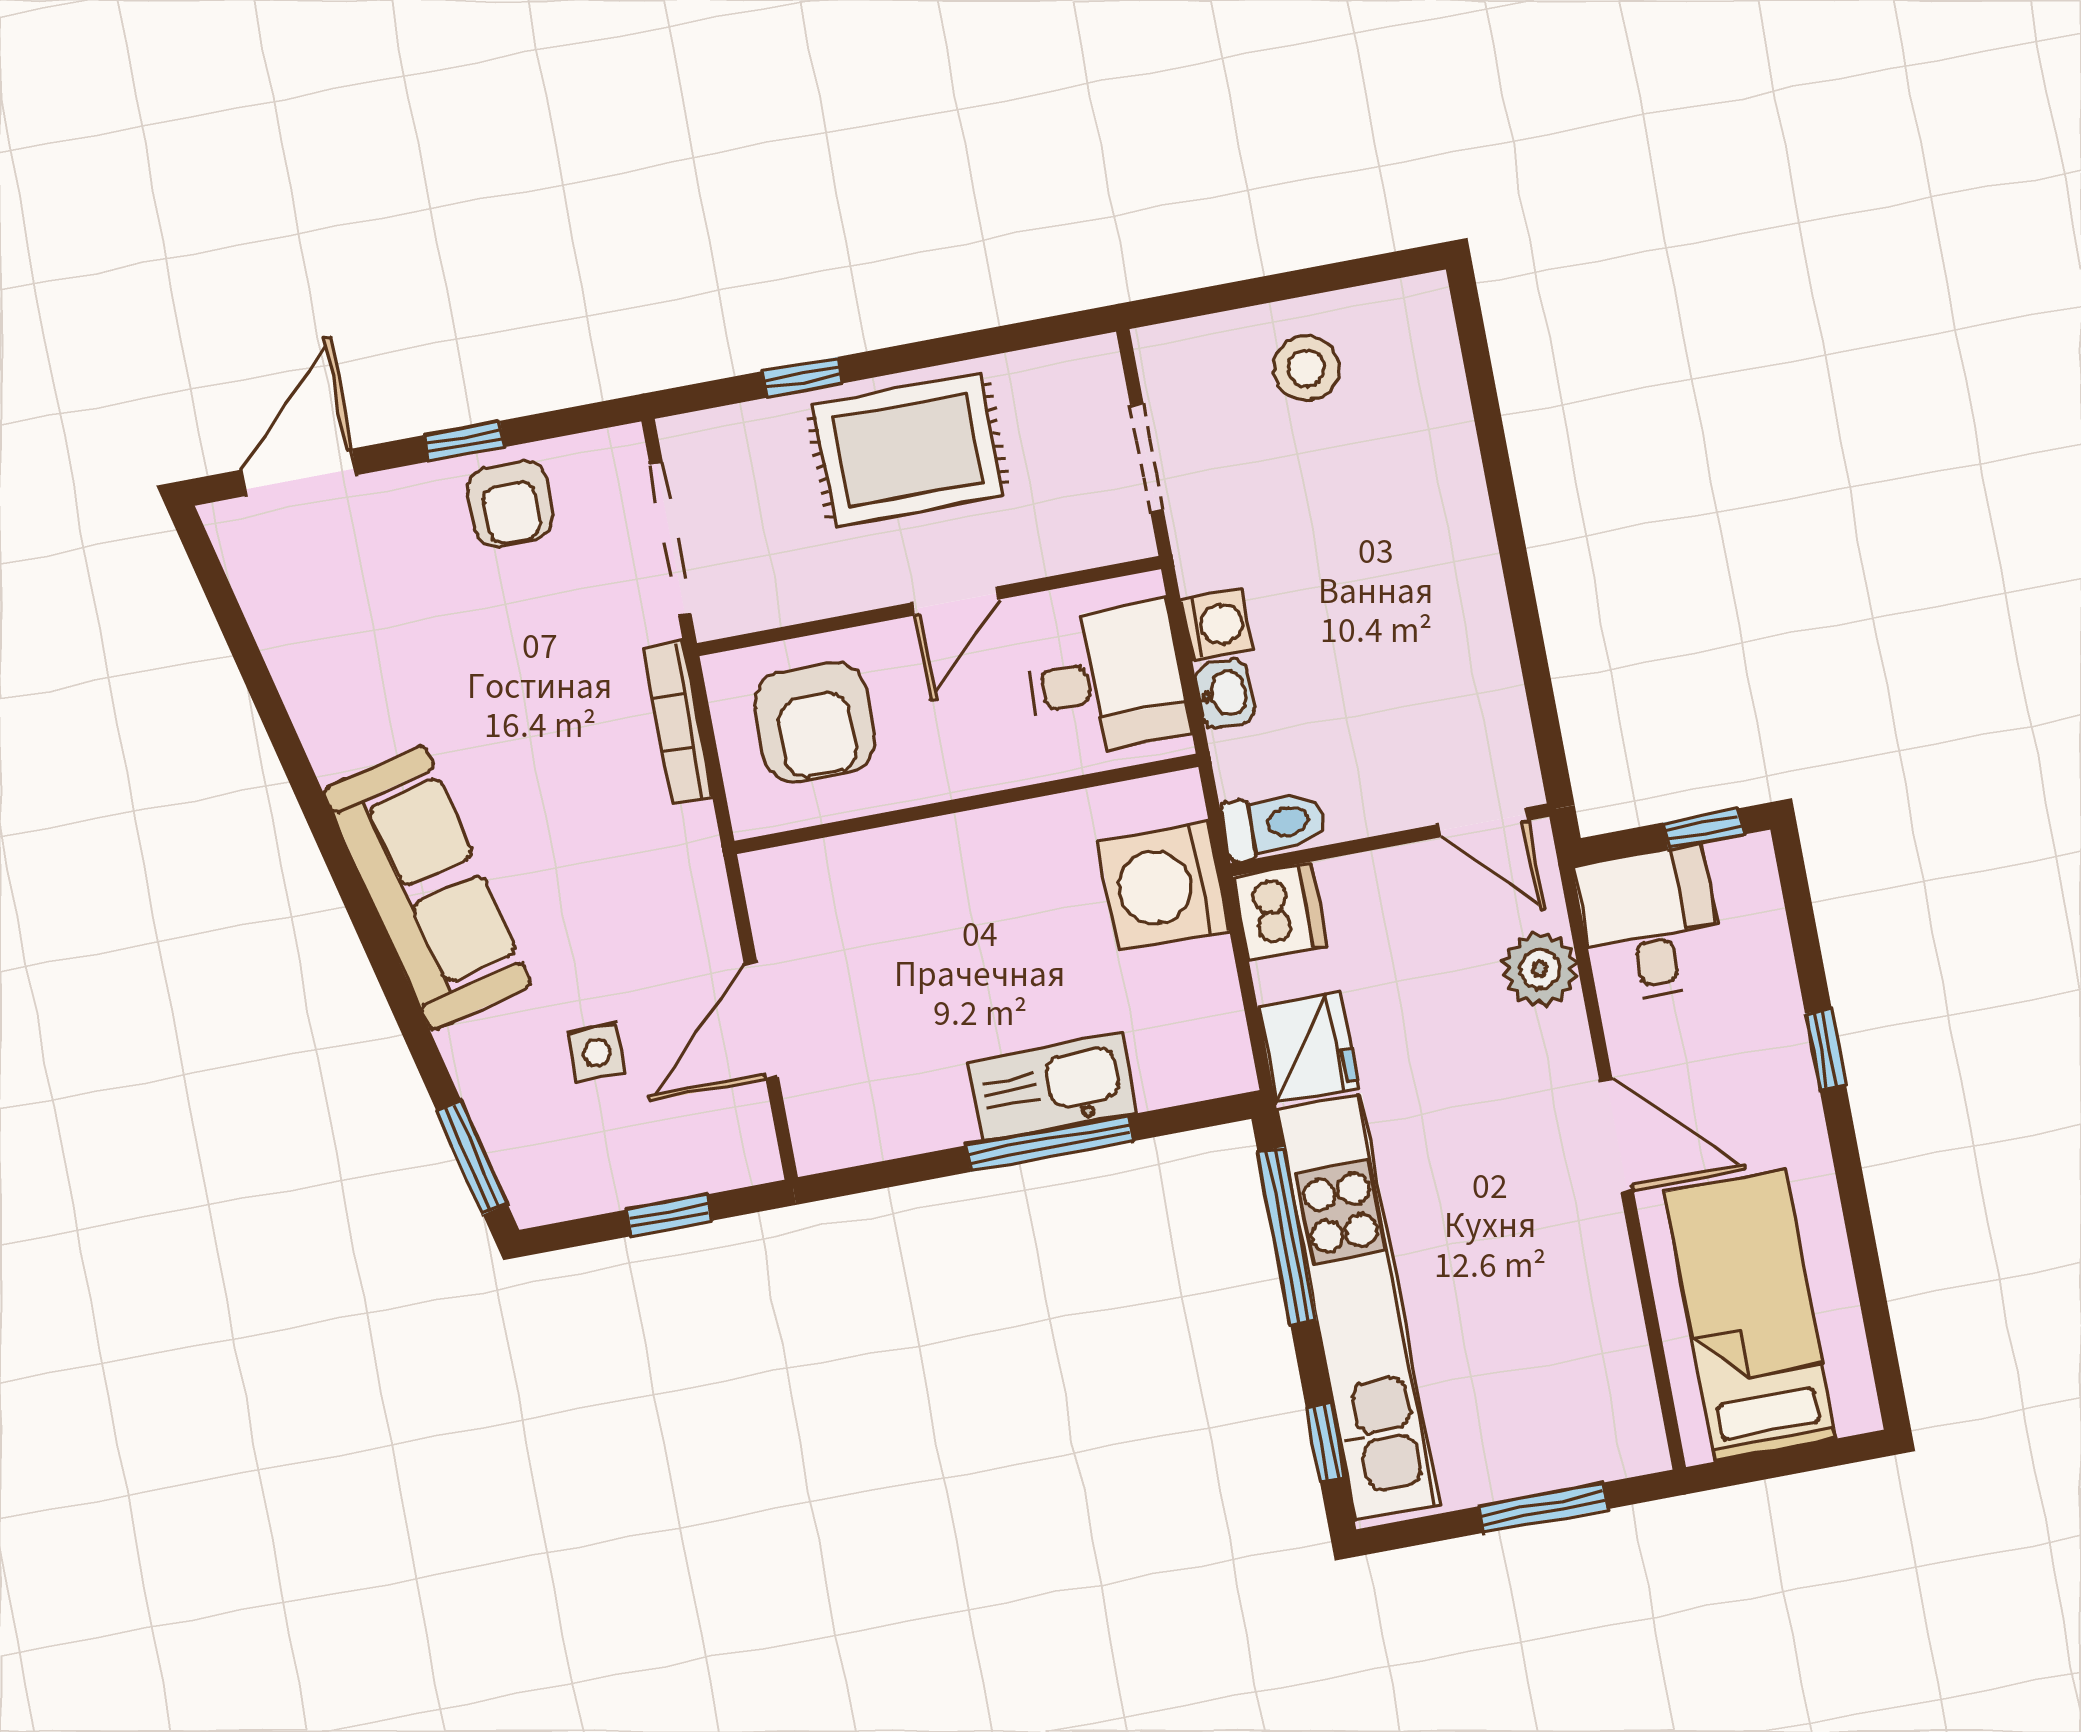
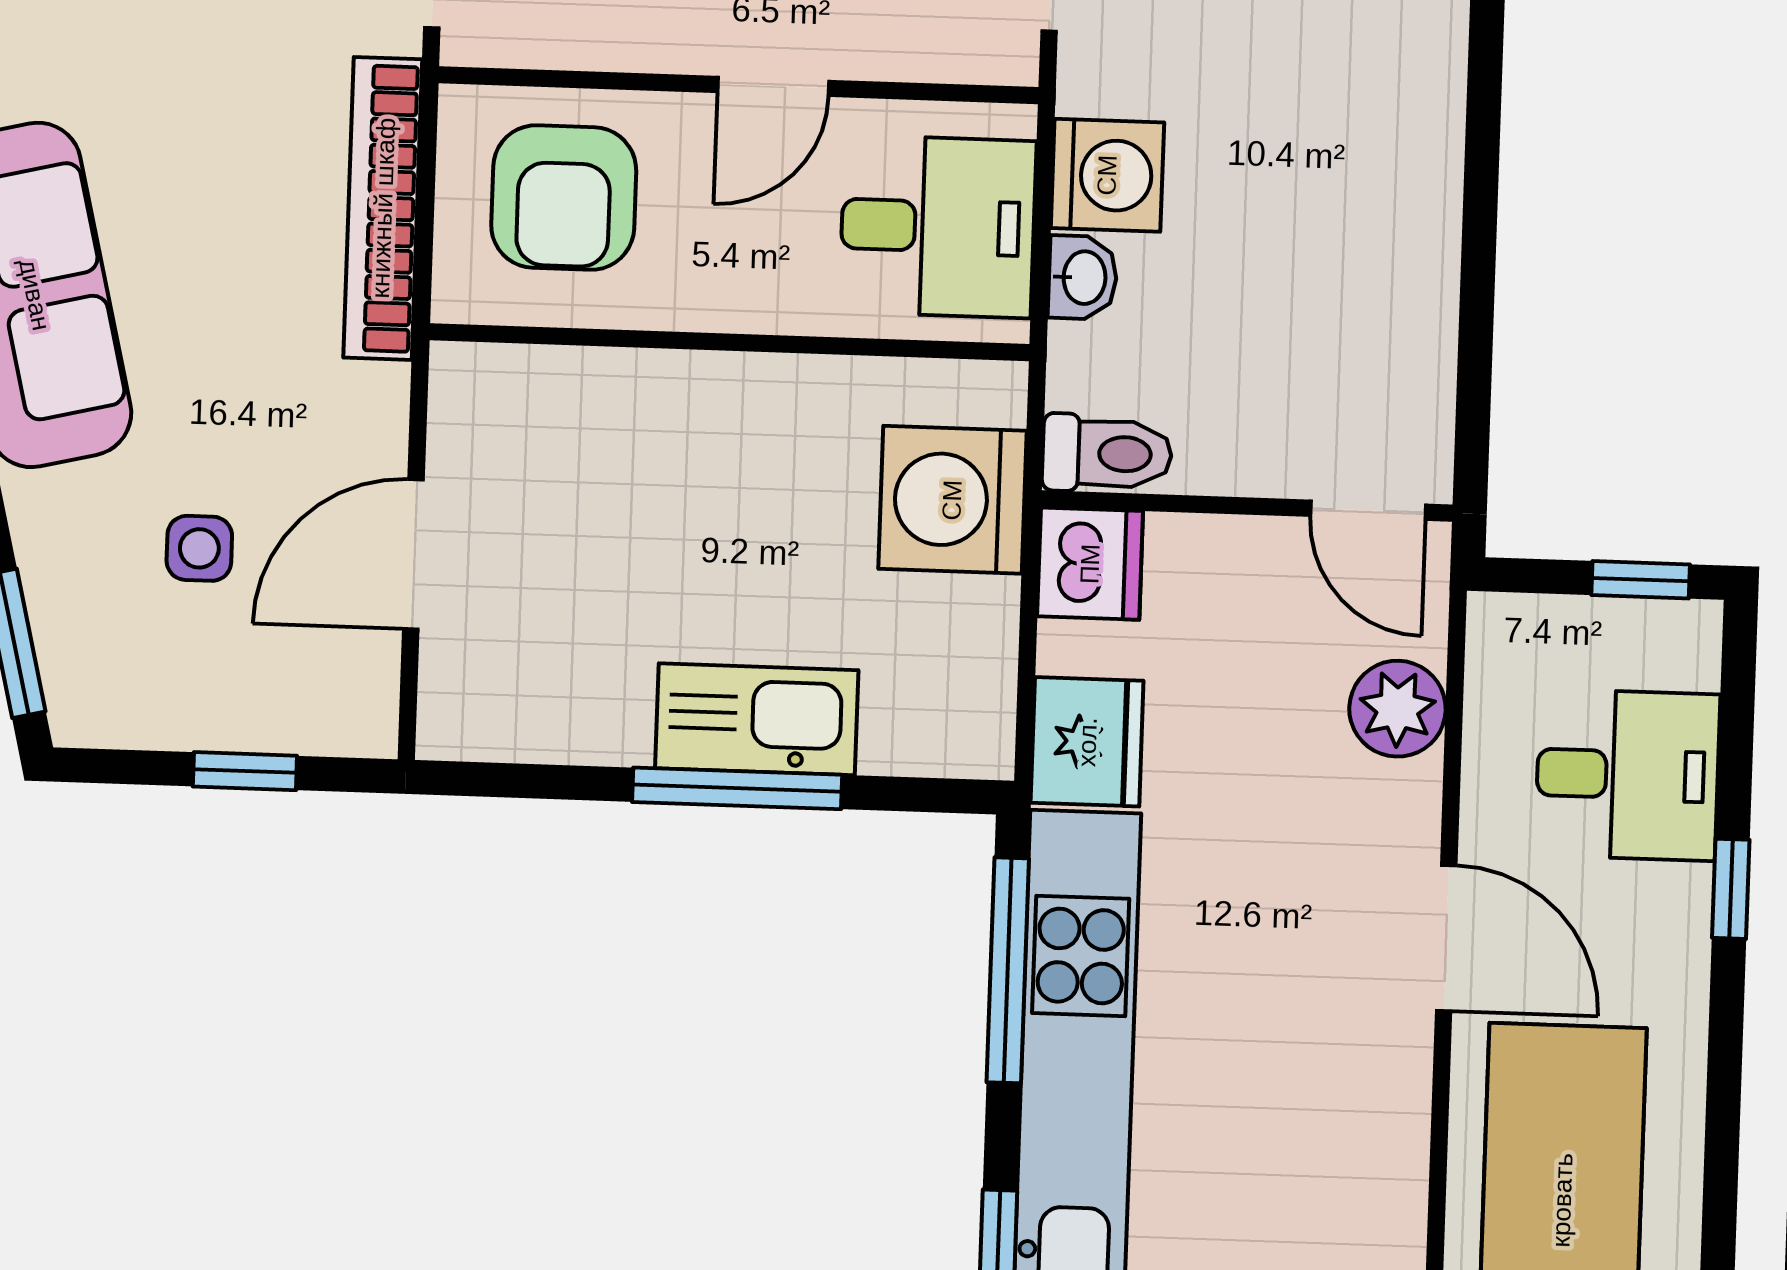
washing machine: (1217, 625) -> (1107, 175), width x1.38, depth x1.38
bookcase: (678, 723) -> (383, 208), width x1.48, depth x1.31
desk: (1650, 924) -> (1628, 775), moved, turned 90

